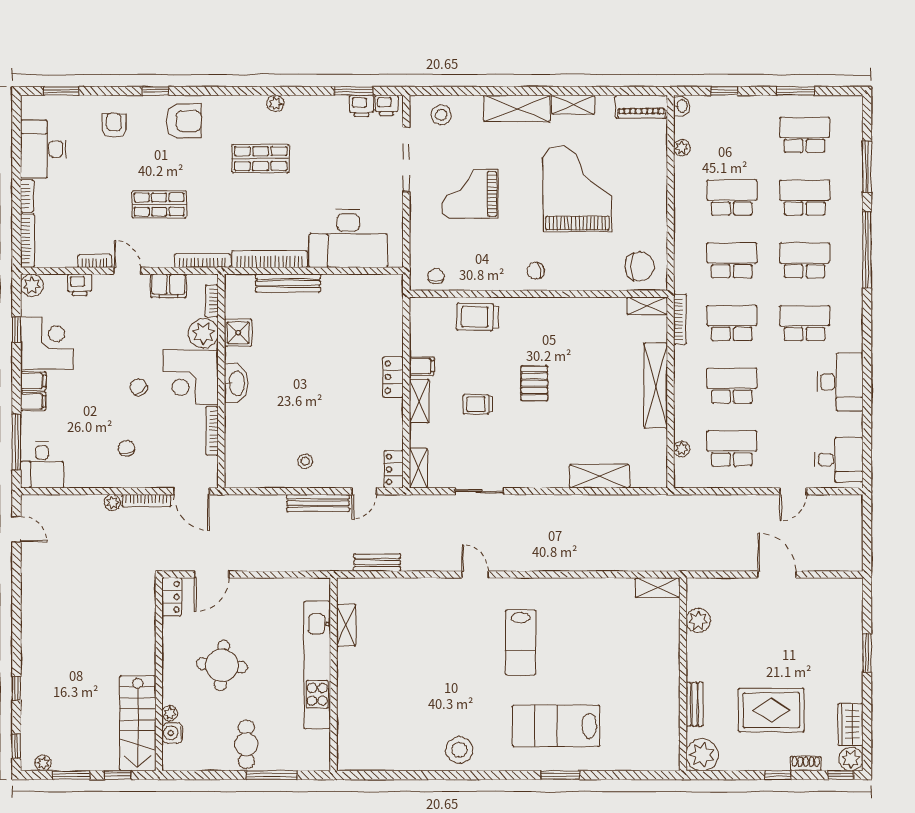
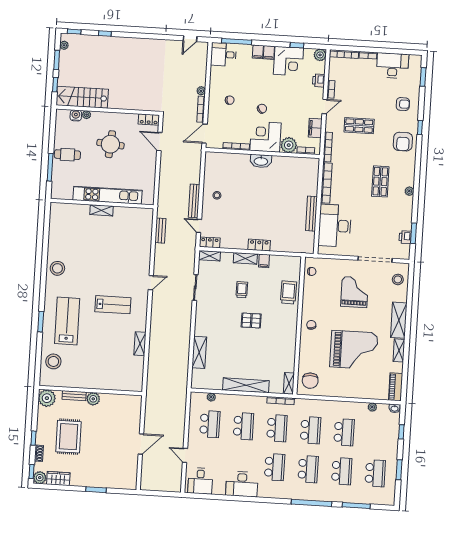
printer: (387, 105) -> (405, 251), removed
shop shelf: (159, 204) -> (359, 126), turned 90
bench: (288, 283) -> (312, 214), moved
shower: (238, 333) -> (288, 164), removed
shelving: (658, 588) -> (140, 344), moved
plant: (698, 620) -> (93, 399), moved
shelving: (346, 625) -> (102, 210), moved
lab bench: (521, 642) -> (113, 305), turned 180
stool: (633, 747) -> (53, 361), added

